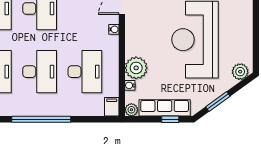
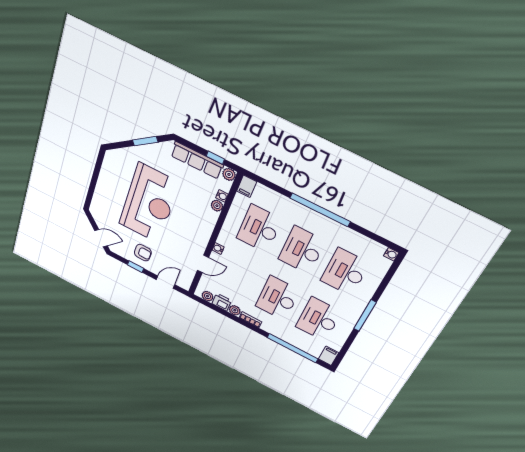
plant: (136, 68) -> (217, 206), width x0.53, depth x0.53
plant: (240, 72) -> (117, 157), removed
window: (170, 119) -> (215, 158), moved

